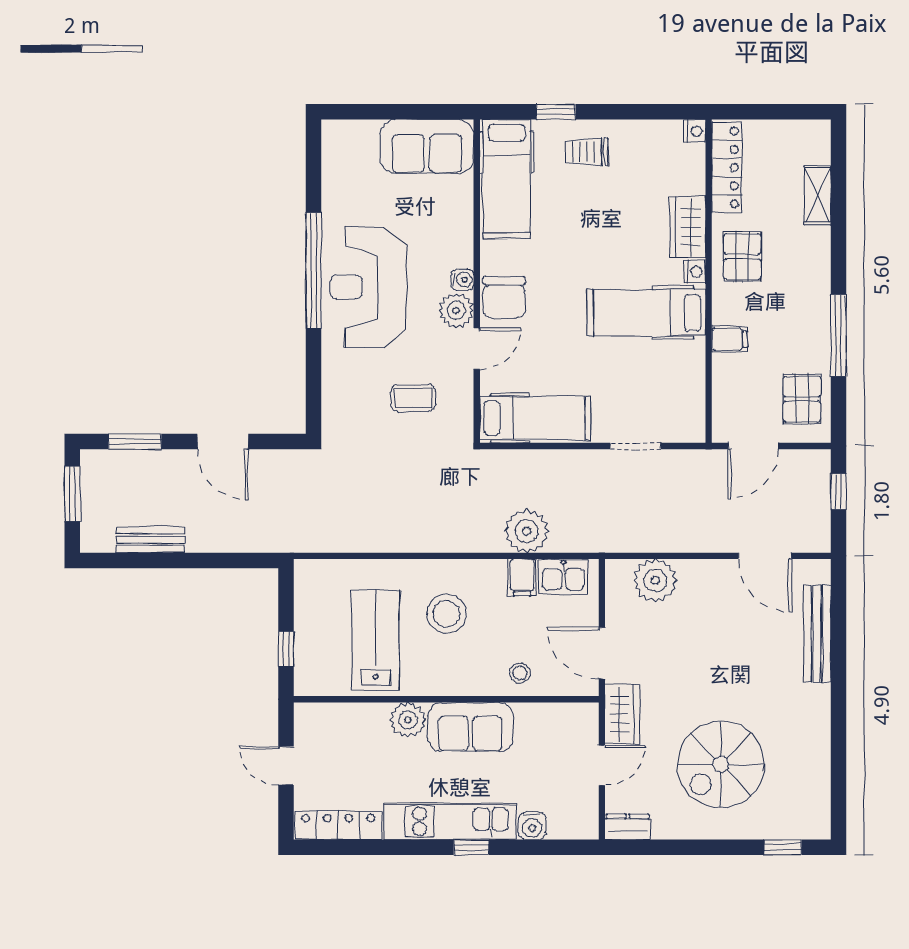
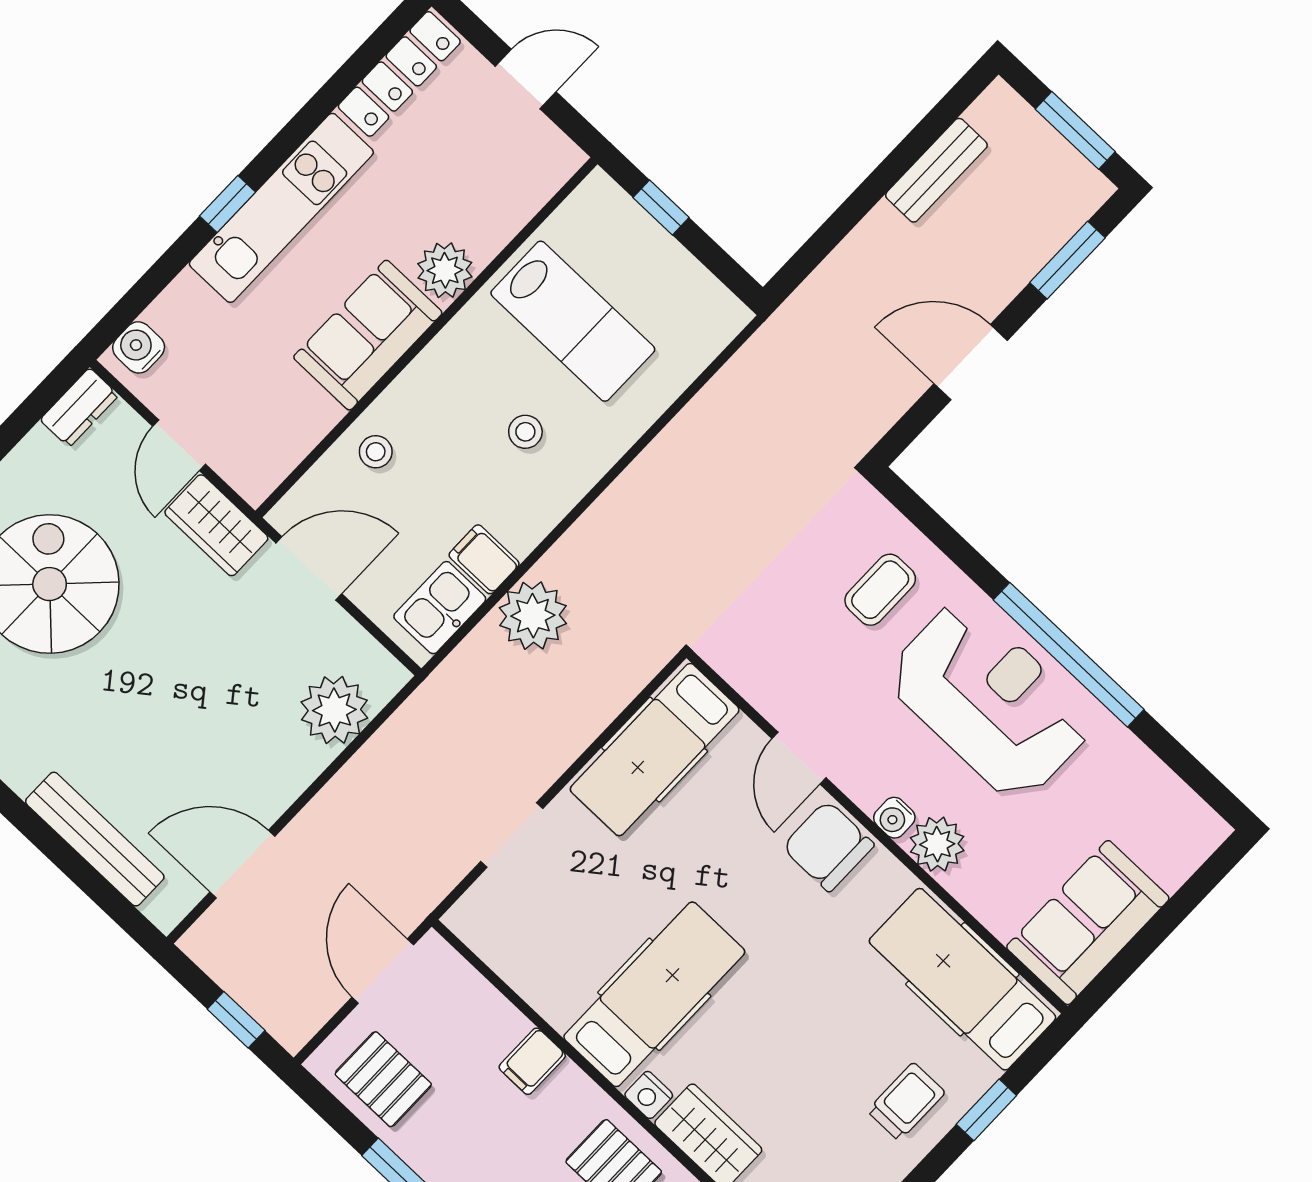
plant: (456, 310) -> (937, 844), moved
coffee table: (413, 398) -> (880, 590), moved
stool: (446, 614) -> (525, 432), width x0.53, depth x0.53
water cooler: (532, 826) -> (139, 347), moved

